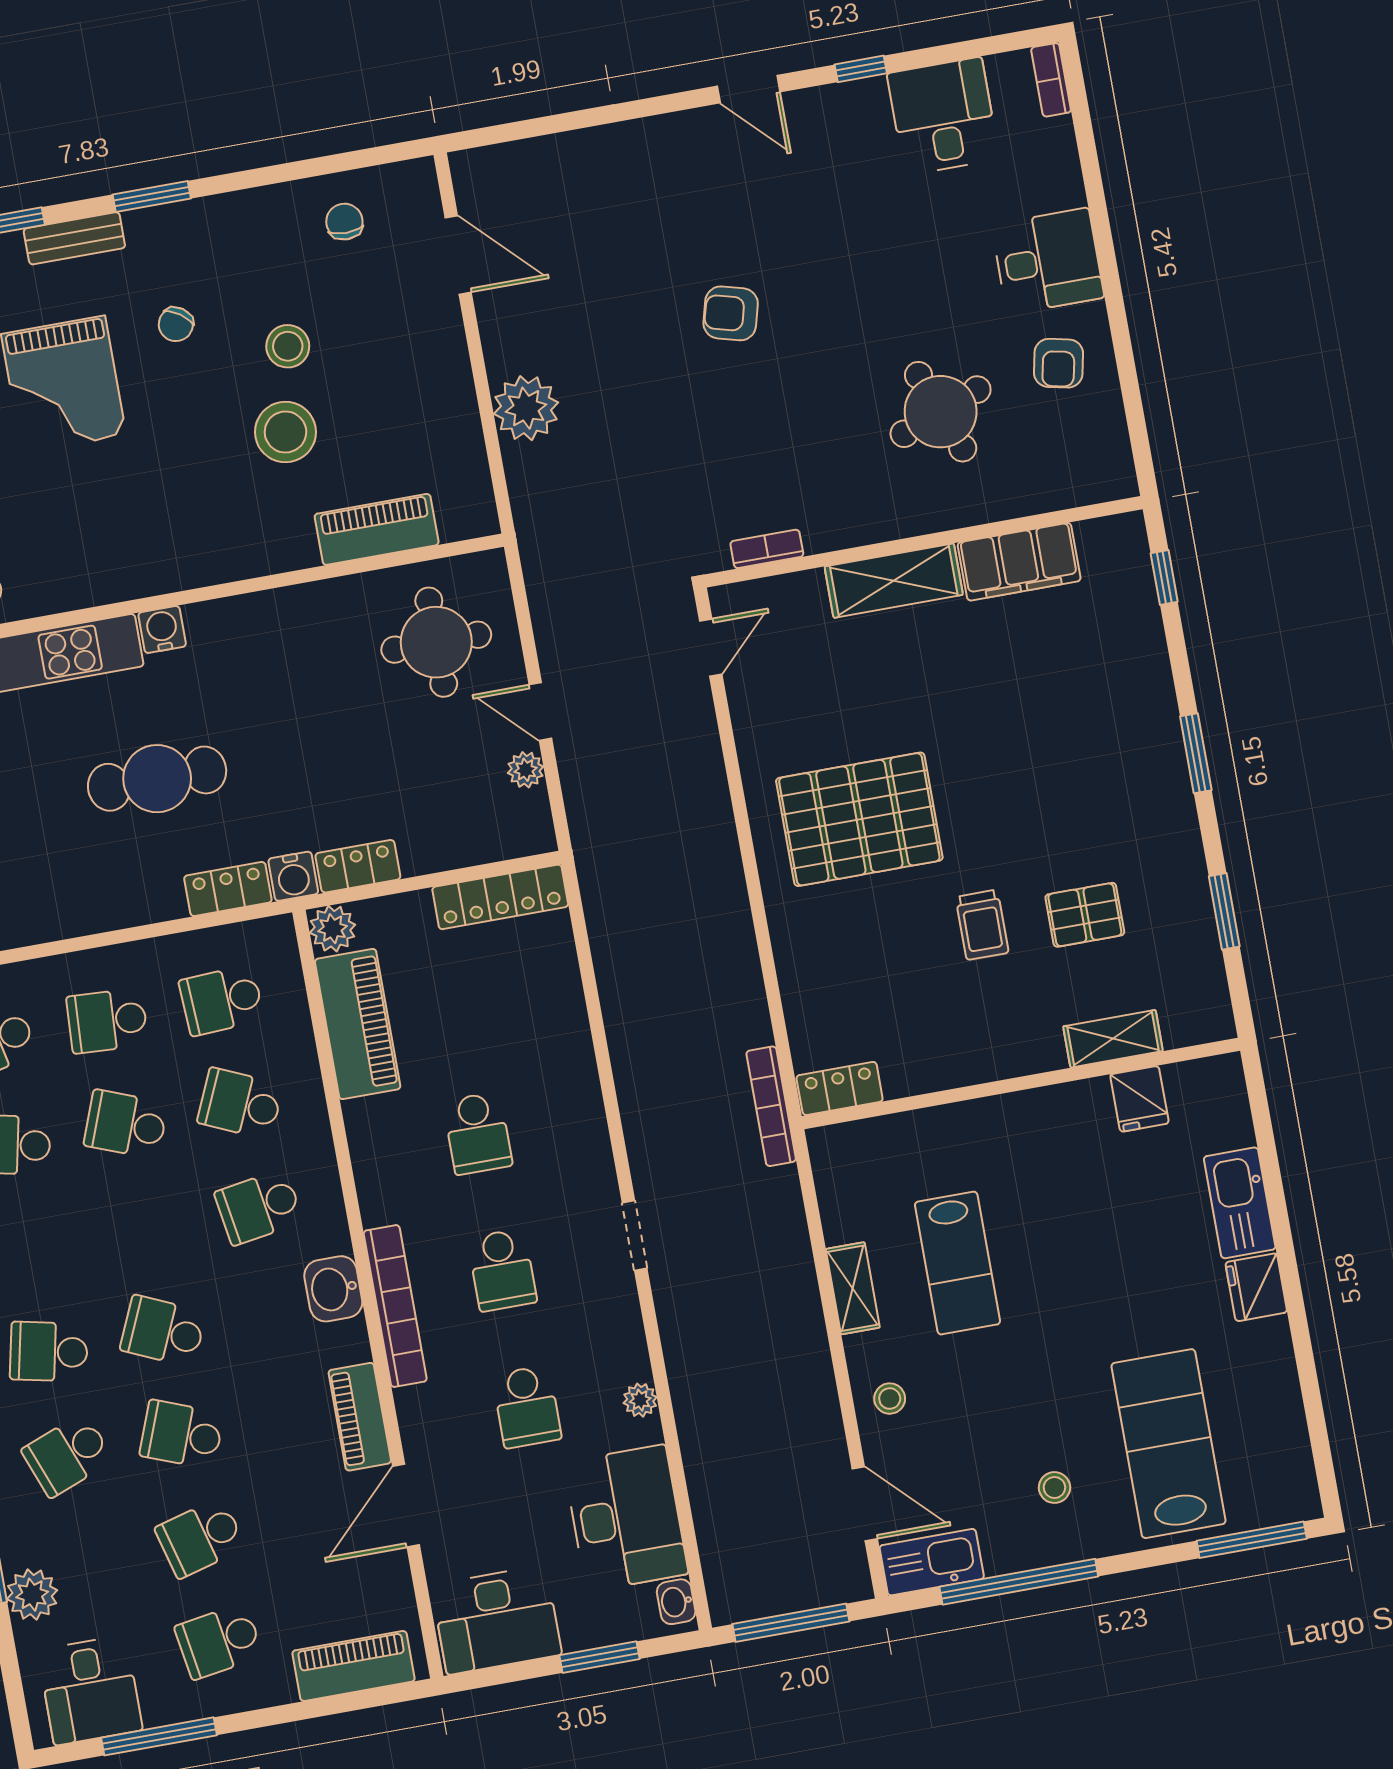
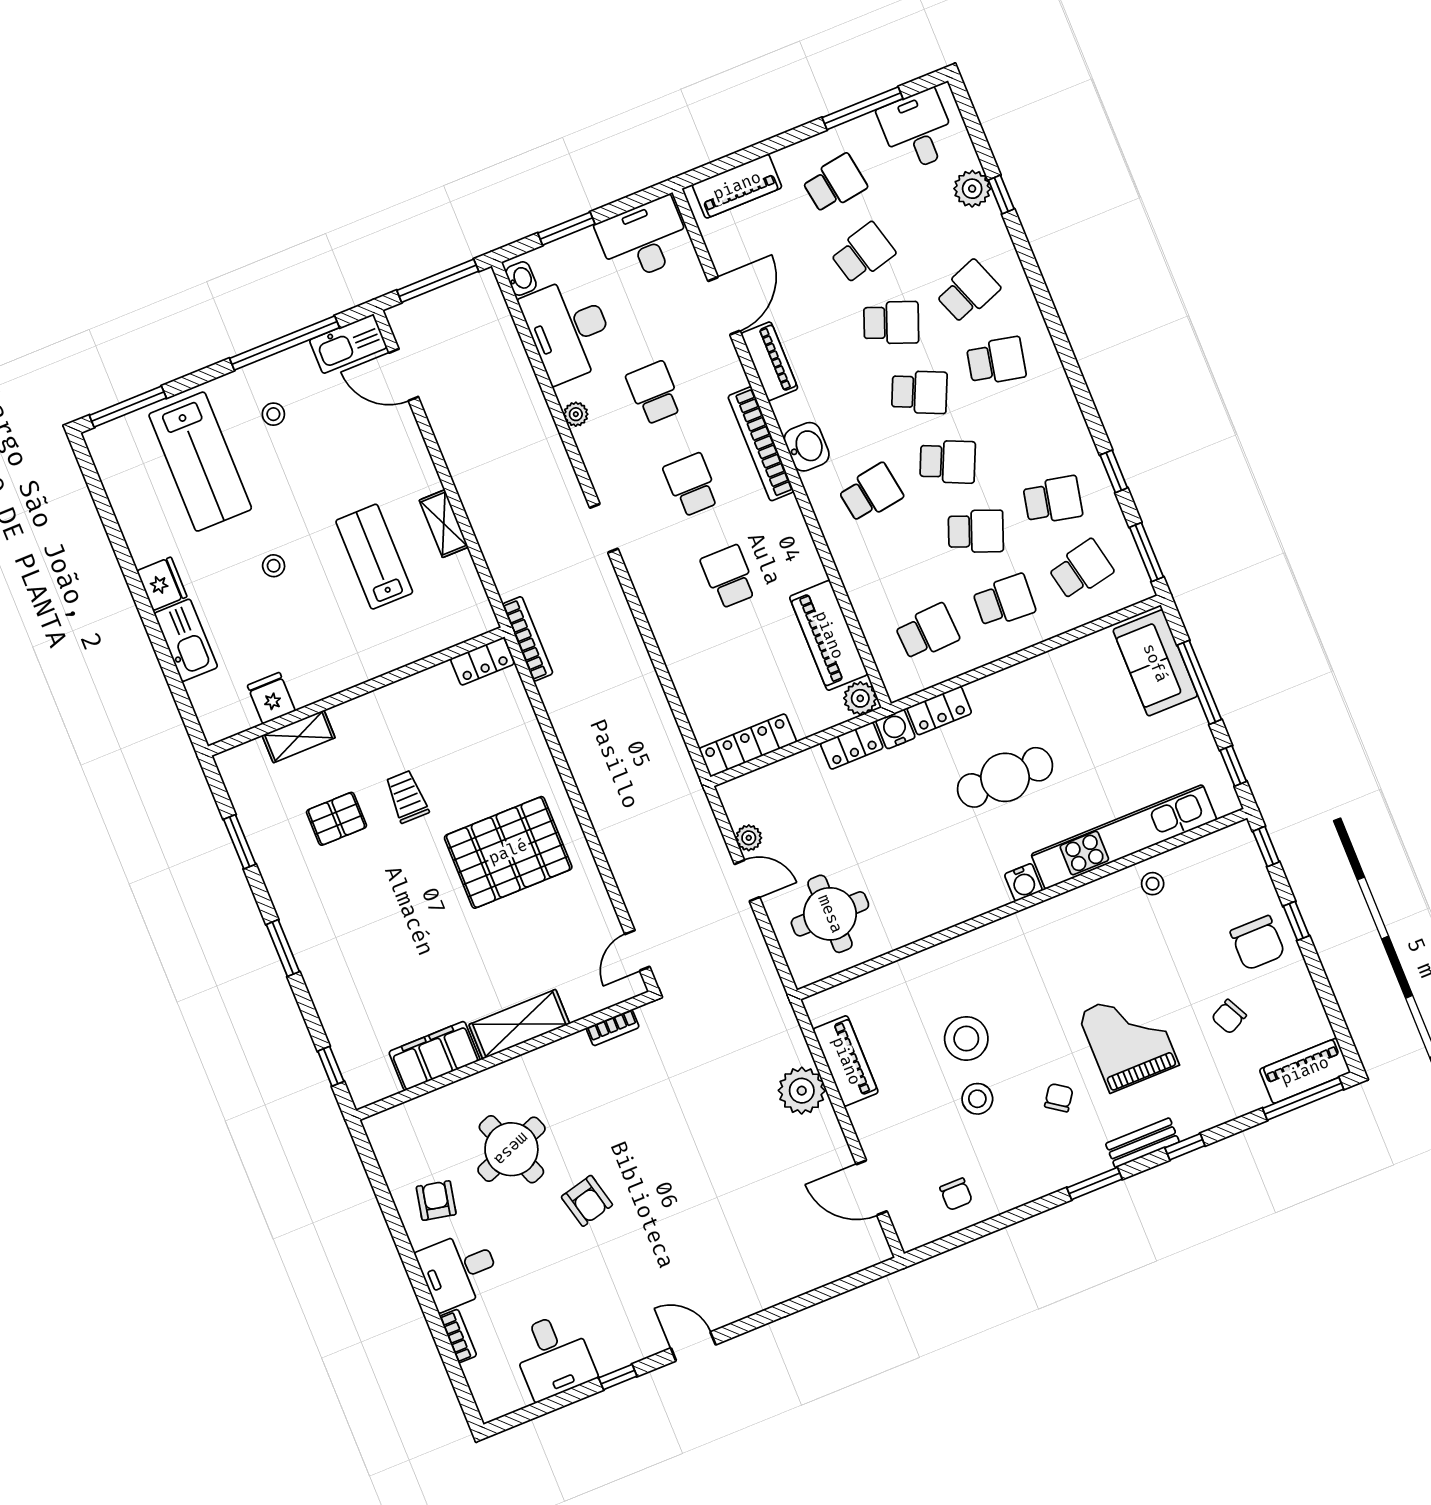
bookcase: (1051, 80) -> (458, 1336), moved
armchair: (731, 313) -> (587, 1201), moved, turned 61
piano: (377, 529) -> (846, 1061), moved, turned -90
school desk: (240, 1104) -> (948, 462), moved
stool: (890, 1399) -> (274, 566), moved

